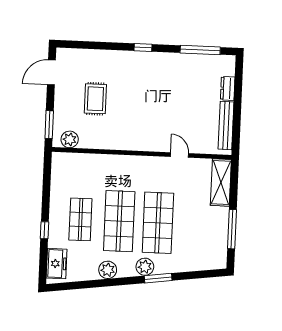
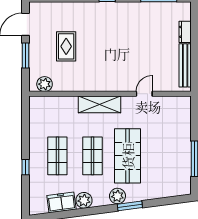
window: (49, 125) -> (25, 55), moved
door: (179, 155) -> (144, 94), hinge flipped
shelving: (221, 182) -> (99, 104), moved, turned 90
shop shelf: (119, 221) -> (92, 156), width x0.70, depth x0.74
freezer: (57, 264) -> (61, 202), moved, turned -97

